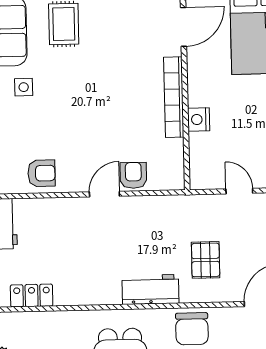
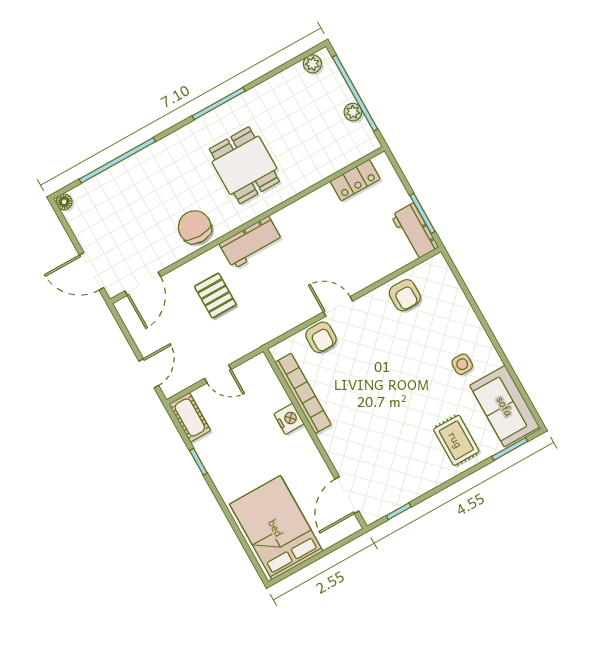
bookcase: (174, 97) -> (303, 393), moved
armchair: (42, 173) -> (405, 295), turned -90
door: (104, 194) -> (338, 306), swing flipped

